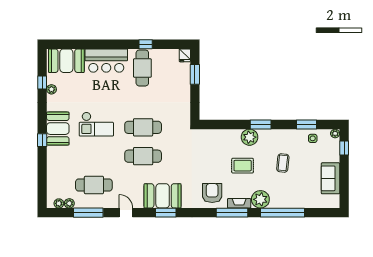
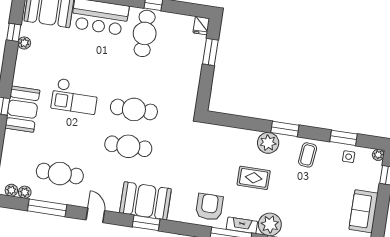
booth: (58, 129) -> (22, 109), moved
coffee table: (283, 163) -> (308, 155), moved

